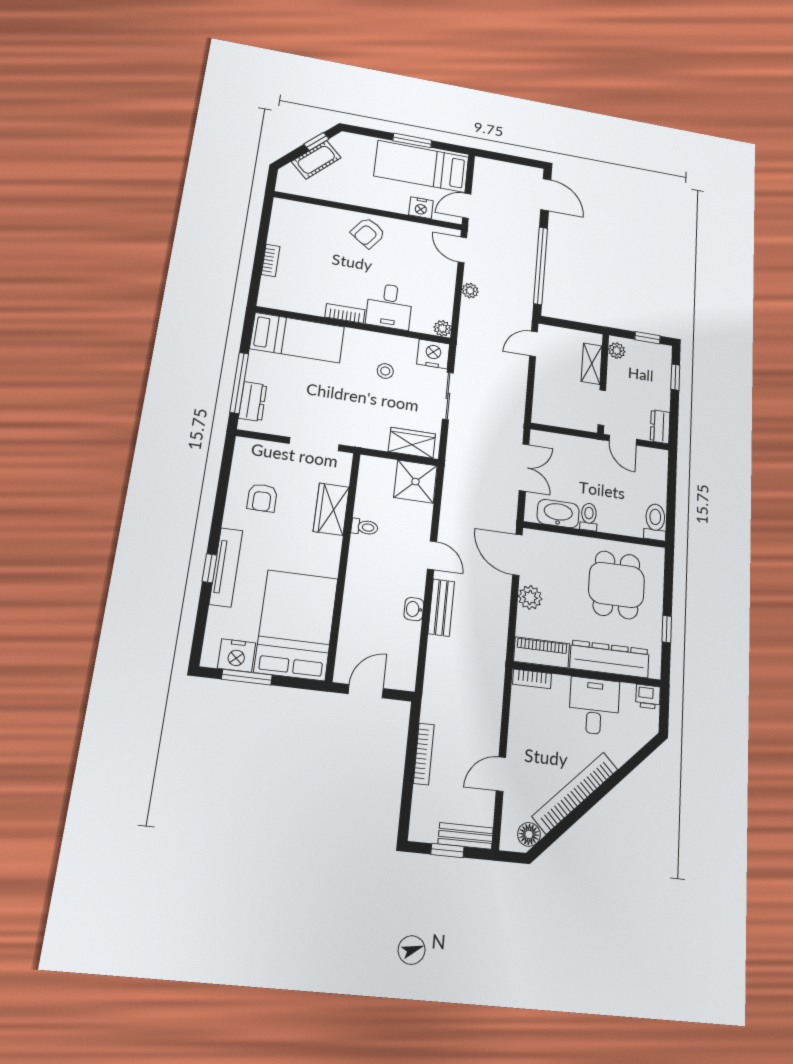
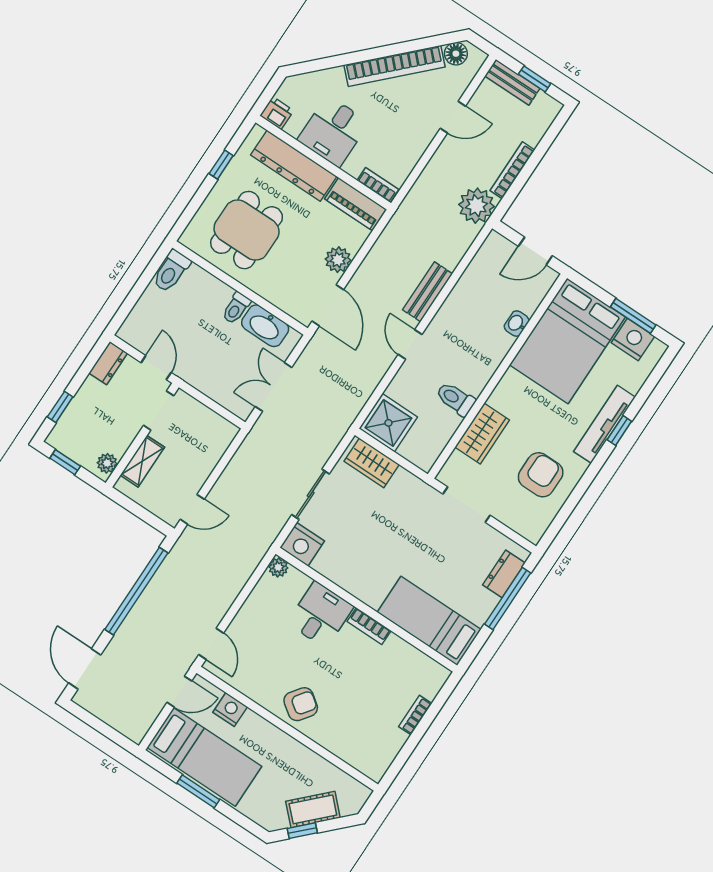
plant: (470, 291) -> (476, 206), moved, width x1.88, depth x1.88
stool: (385, 371) -> (360, 548), removed
armchair: (262, 498) -> (541, 475), width x1.38, depth x1.38
toilet: (364, 527) -> (456, 399), width x1.37, depth x1.39
washbasin: (414, 609) -> (517, 324), moved, turned 180

